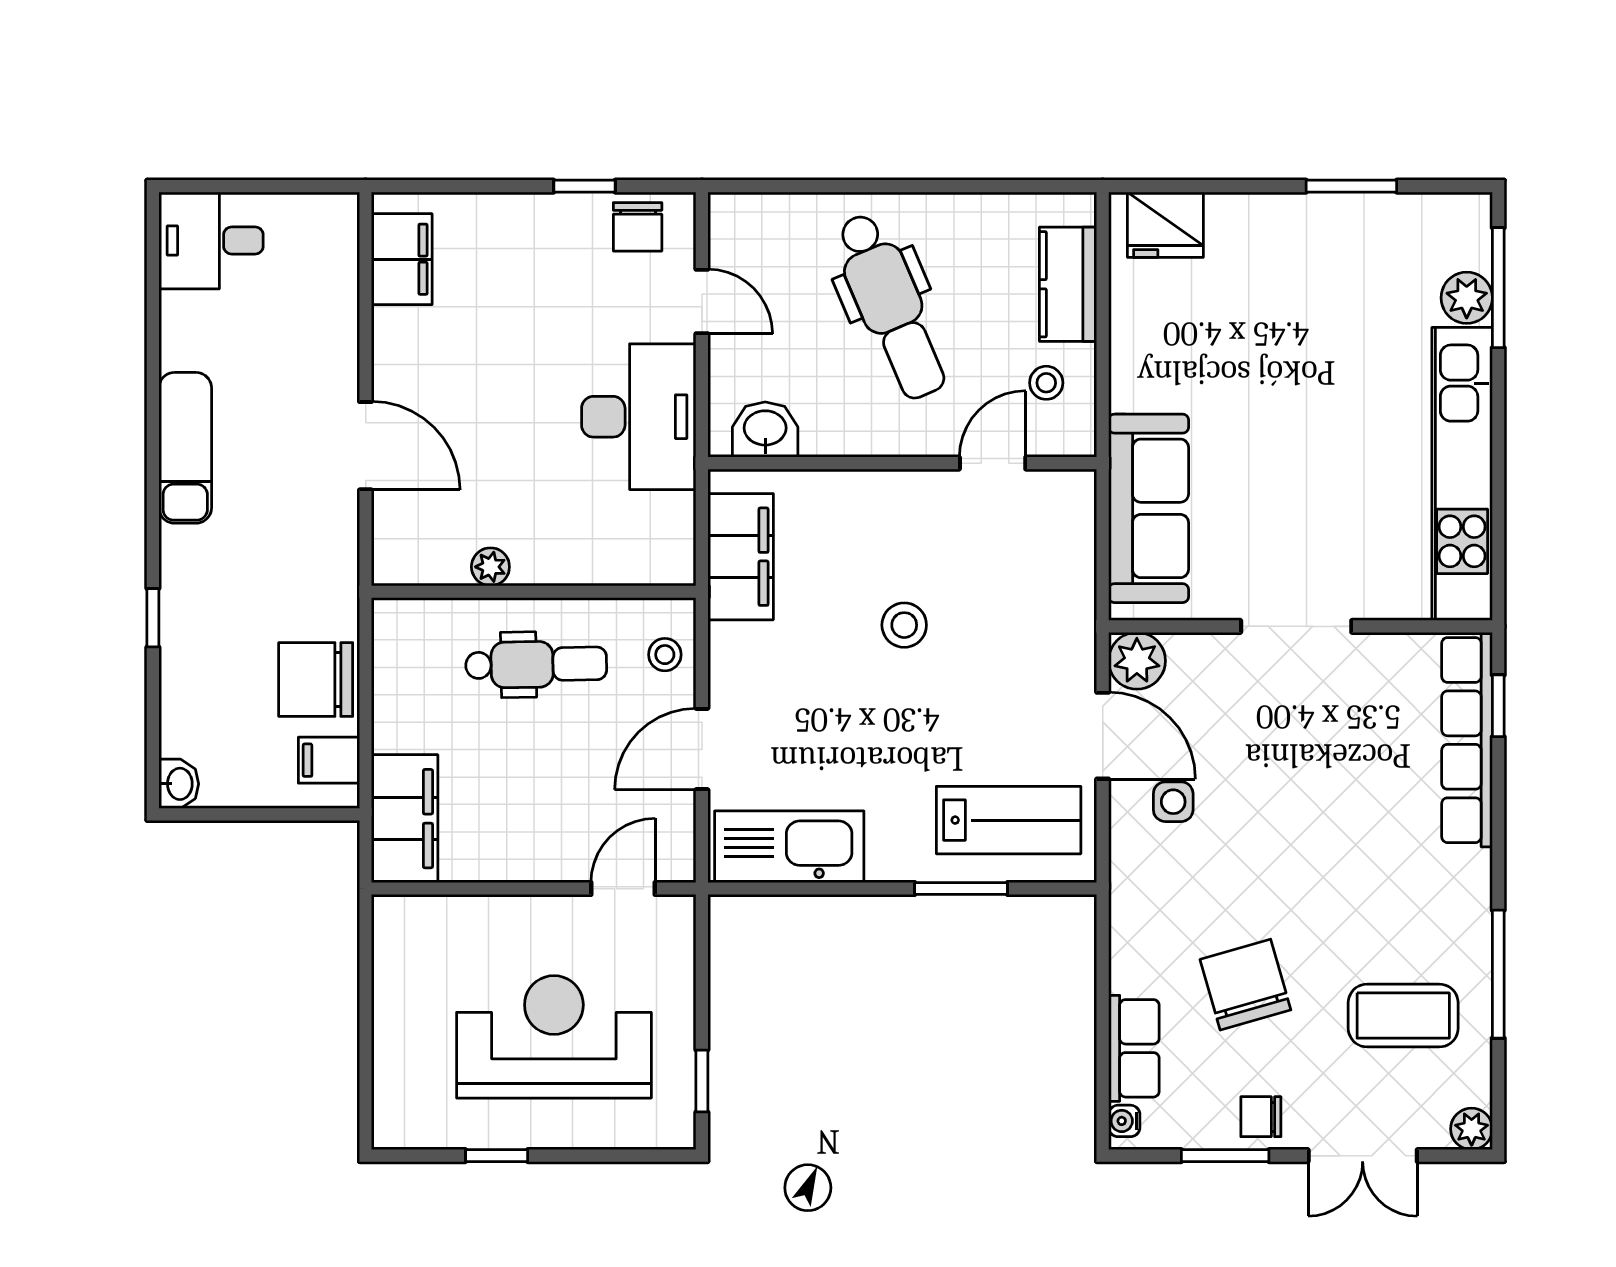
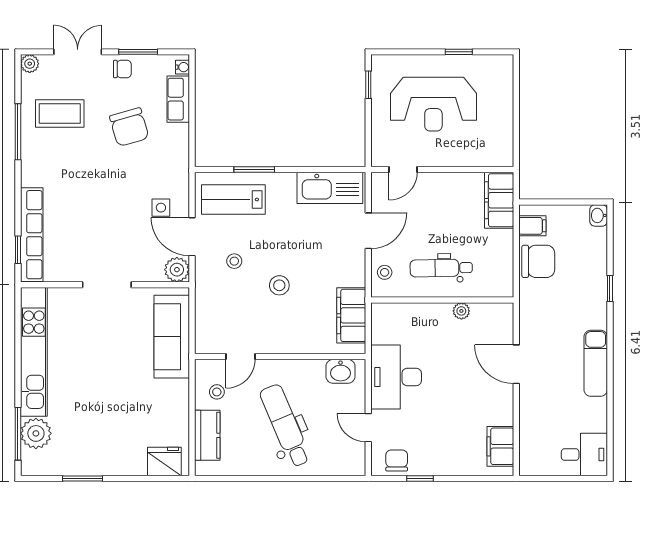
plant: (1467, 298) -> (36, 433), width x1.36, depth x1.36
stool: (1007, 680) -> (234, 261), added

